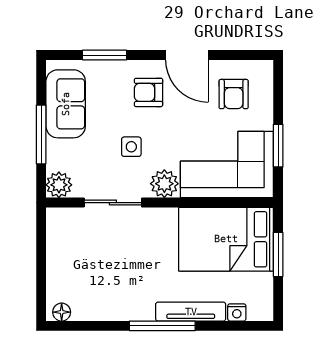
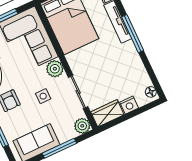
wardrobe: (60, 232) -> (107, 113), added
nightstand: (57, 270) -> (129, 105), added

